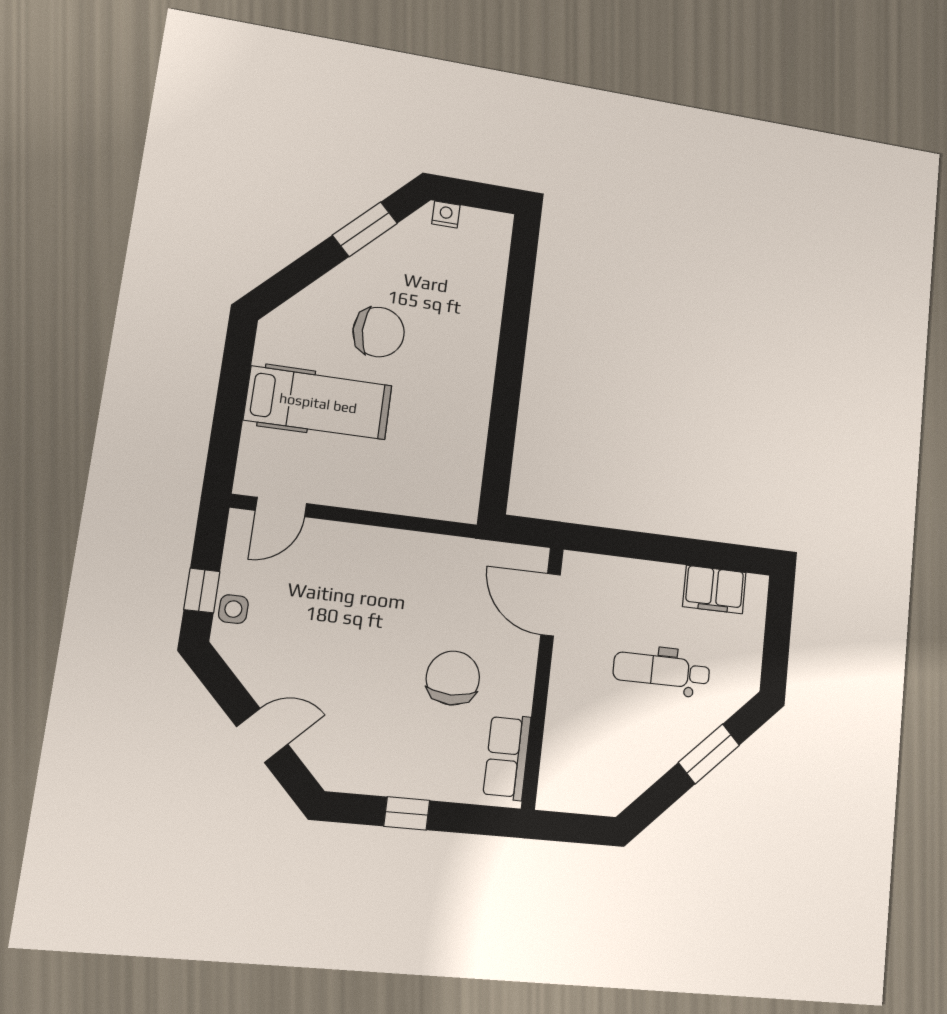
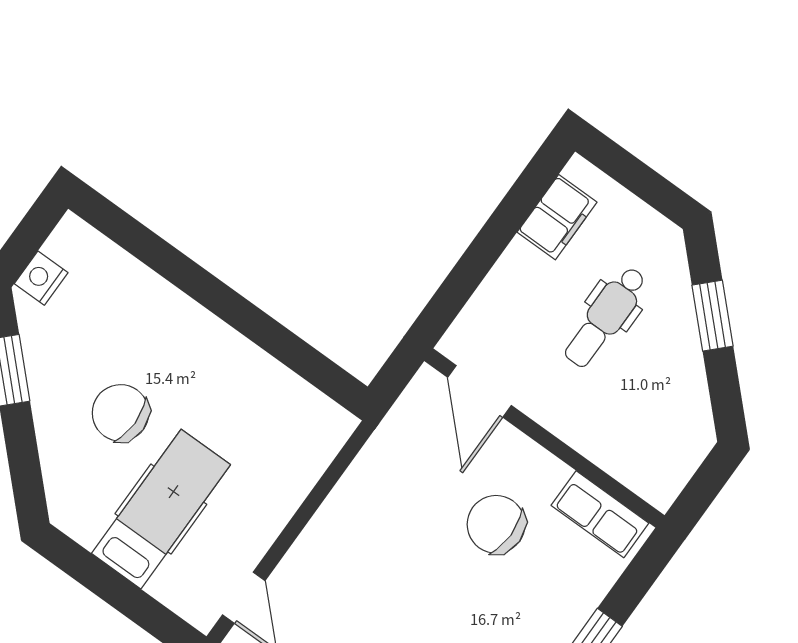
nightstand: (446, 214) -> (41, 278), width x1.39, depth x1.35
chair: (379, 332) -> (121, 413), turned -89
door: (551, 605) -> (479, 391), hinge flipped

